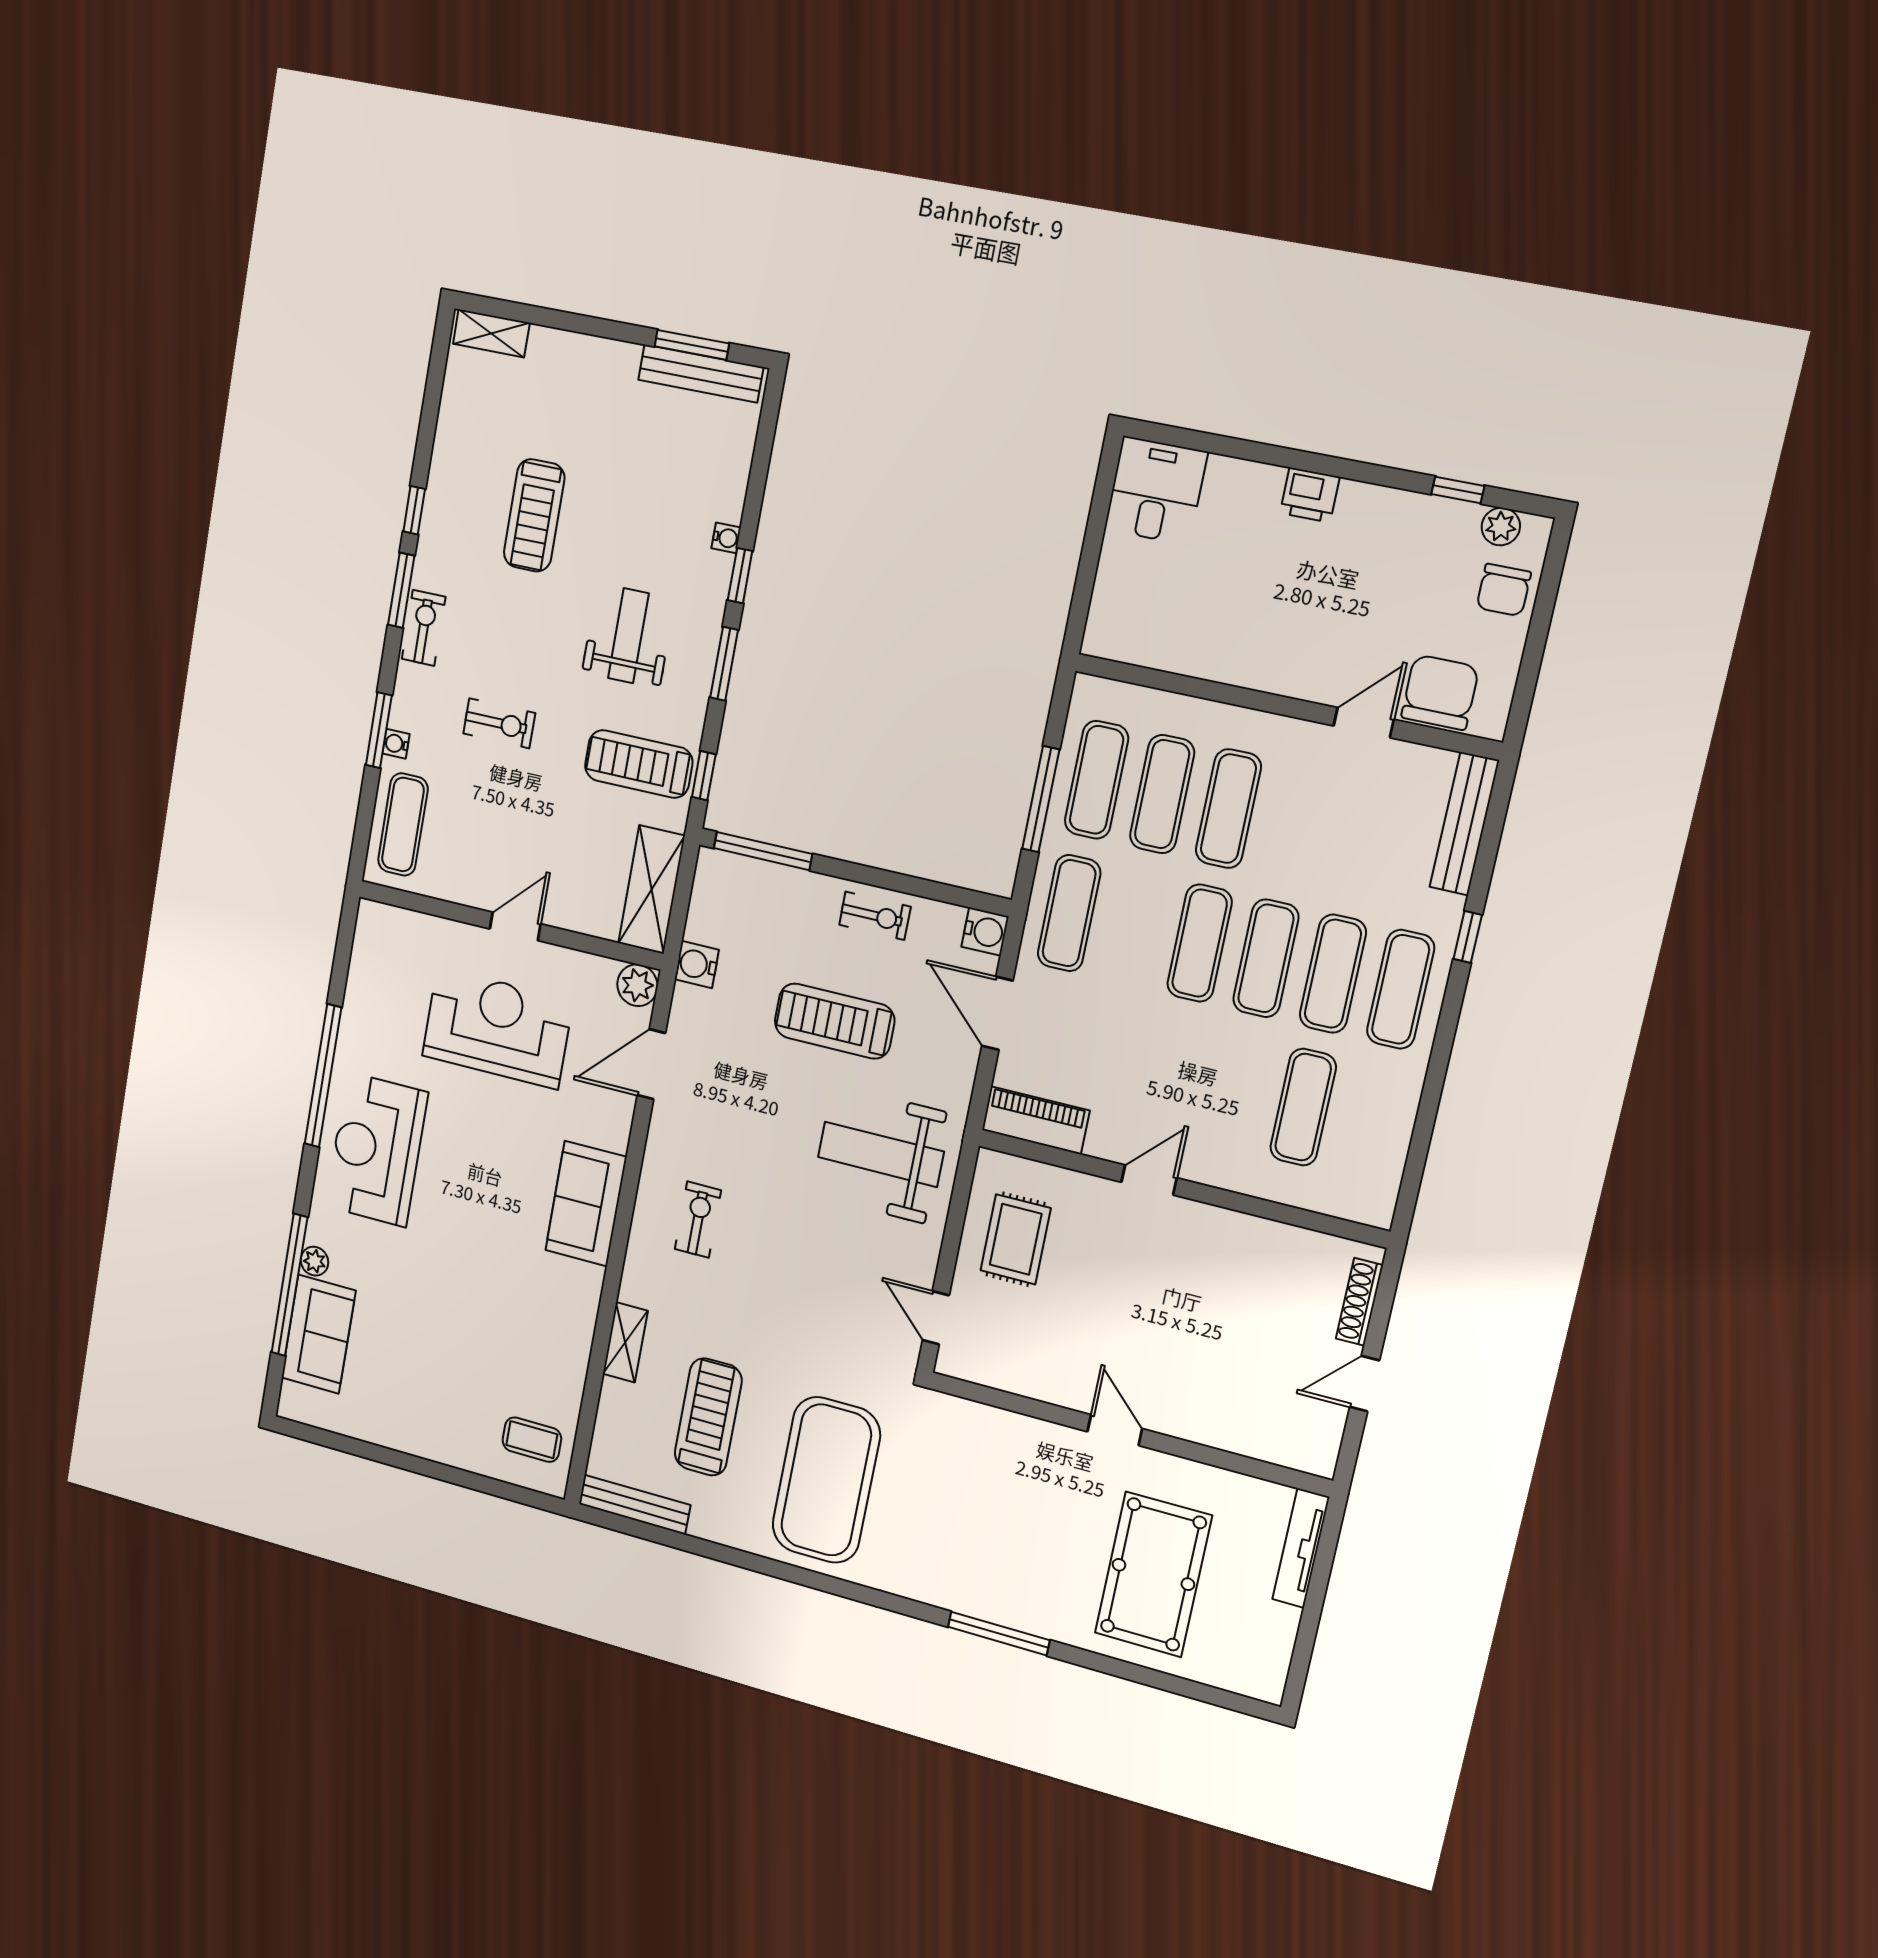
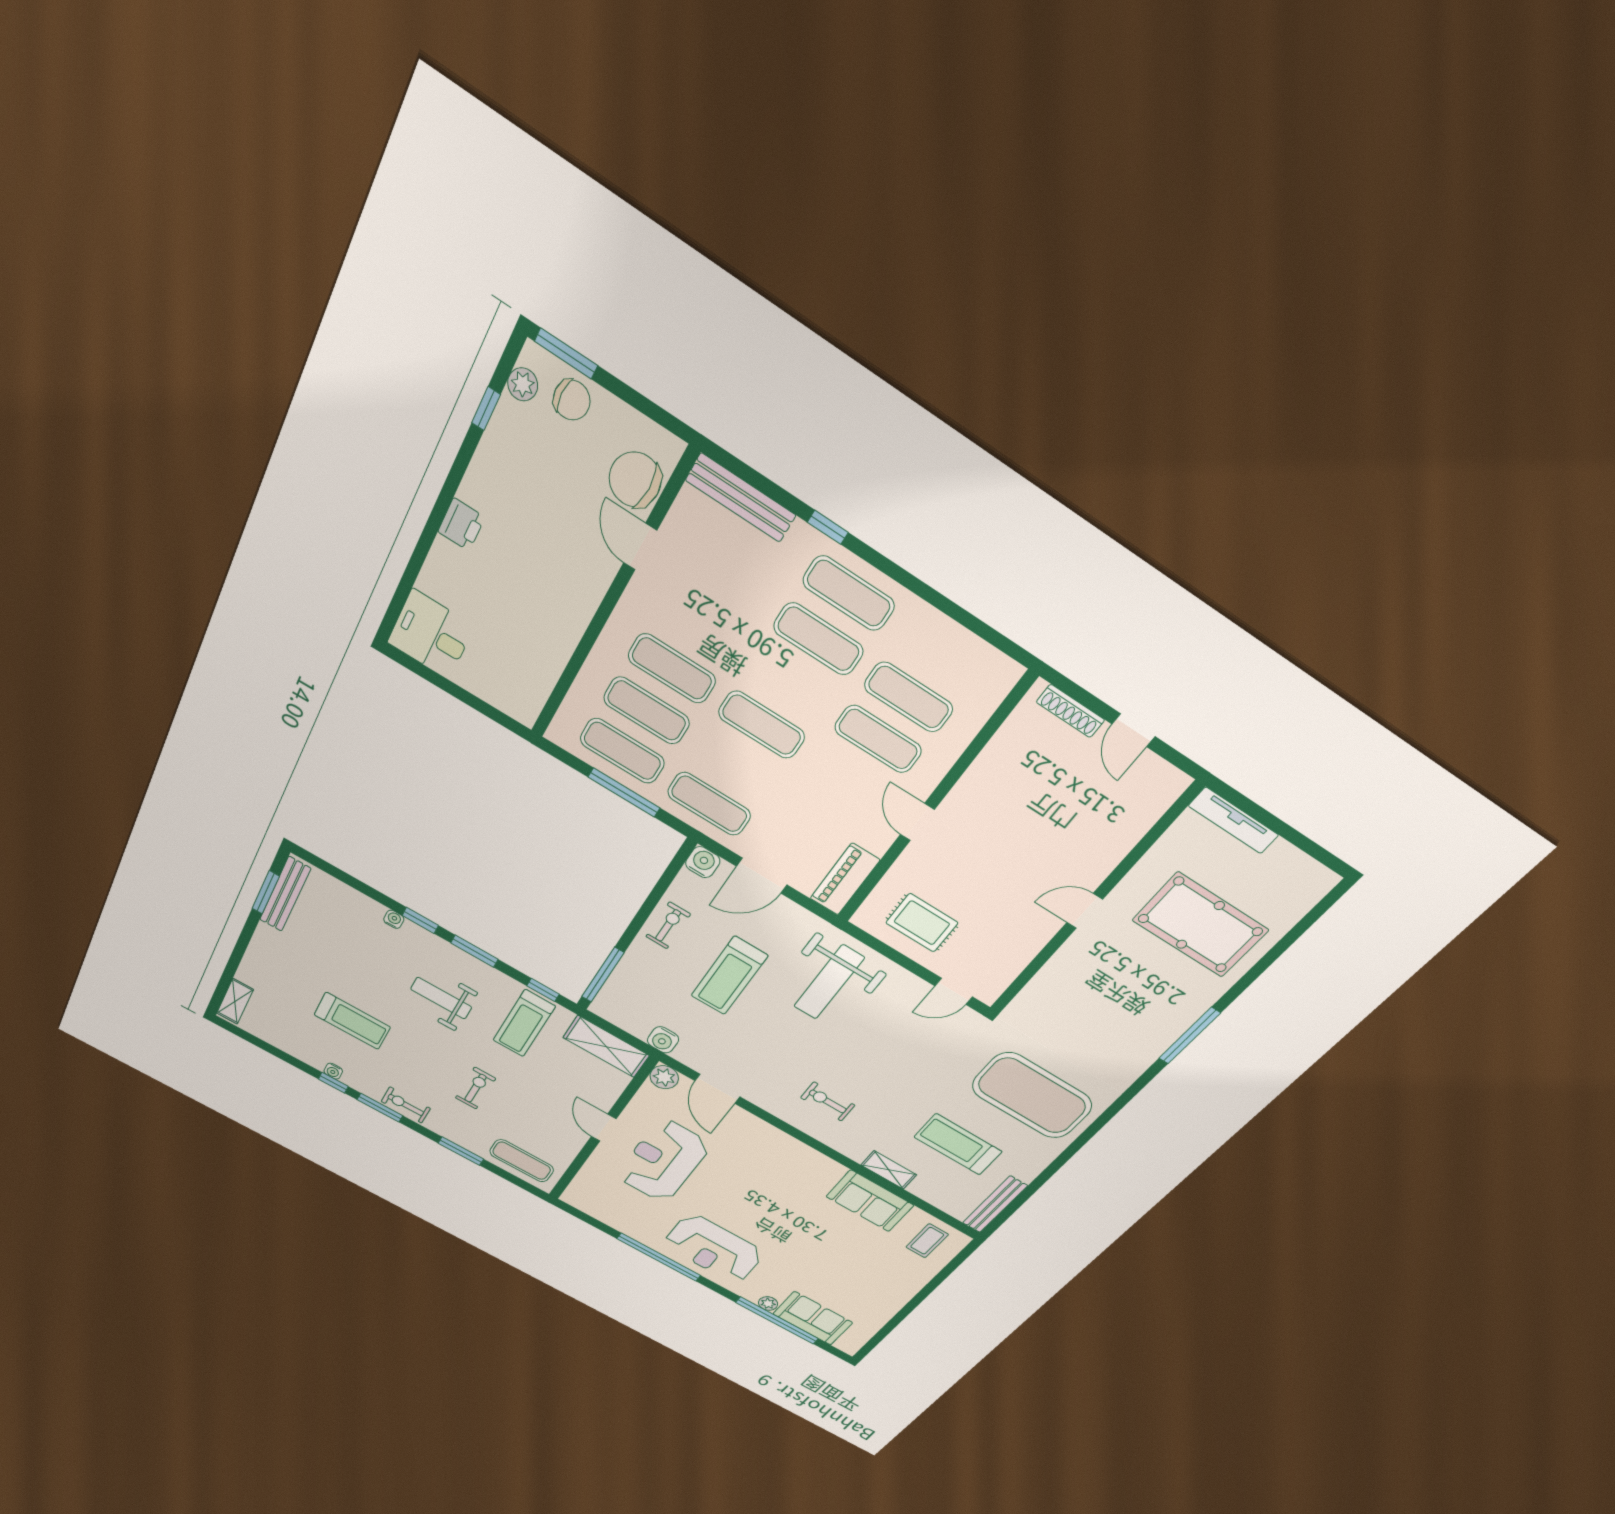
window: (1553, 569) -> (566, 353), added
water cooler: (396, 744) -> (333, 1071), moved
exercise mat: (1266, 958) -> (878, 739), moved
sofa: (586, 1204) -> (870, 1201), moved

